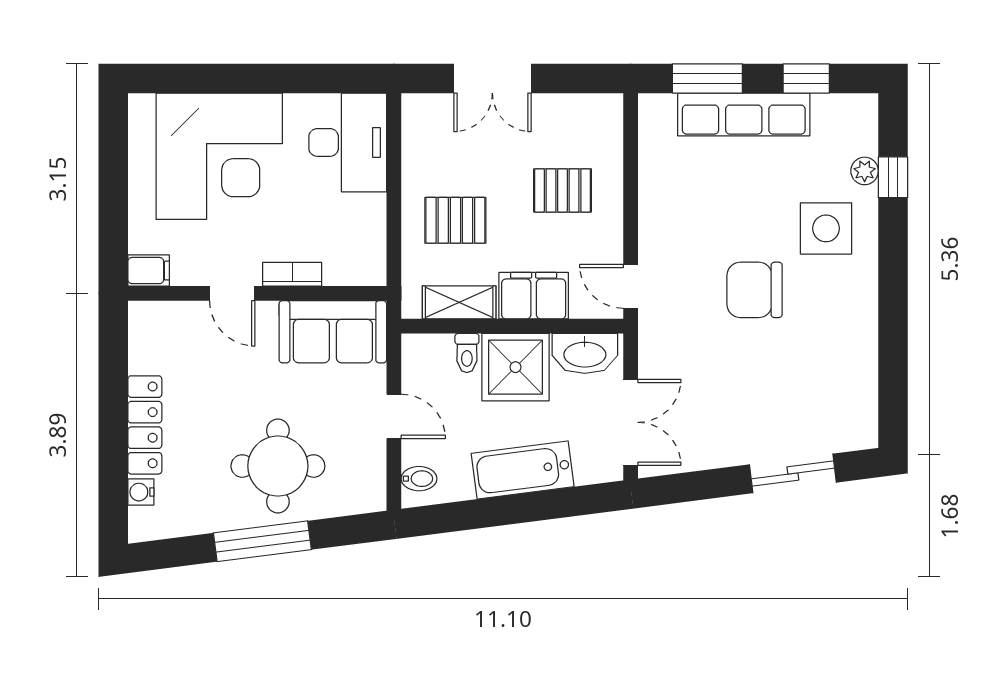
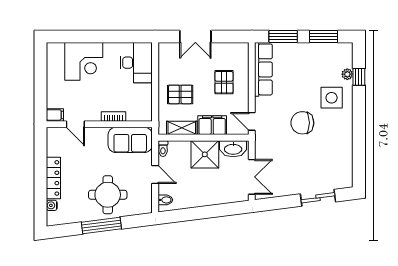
window: (806, 78) -> (324, 36), width x1.50
row of seats: (744, 114) -> (263, 69), moved, turned -90
corner desk: (219, 156) -> (84, 61), width x0.74, depth x0.74
pallet: (563, 190) -> (224, 82), turned 90
door: (232, 293) -> (75, 124), moved
toilet: (467, 353) -> (163, 149), moved
bathtub: (523, 470) -> (208, 196), removed

